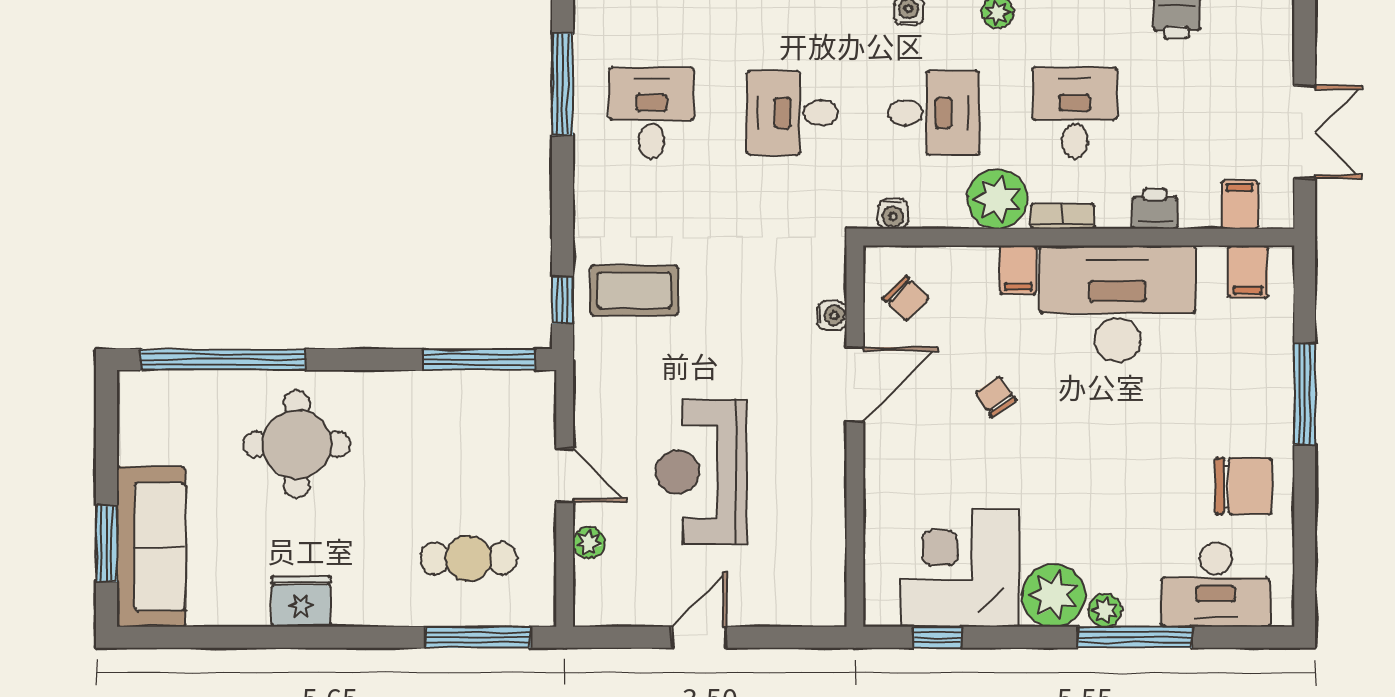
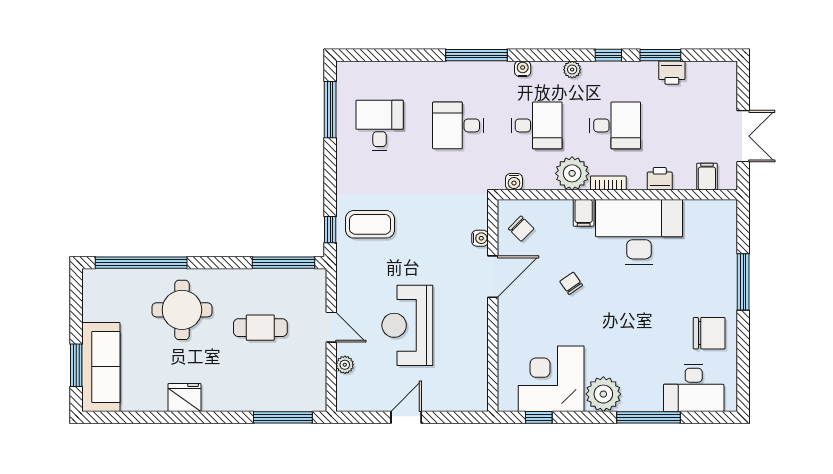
desk: (1075, 113) -> (615, 125), turned 90
filing cabinet: (1248, 272) -> (712, 214), removed
cafe table: (468, 558) -> (260, 328), moved
plant: (1105, 610) -> (632, 402), removed

